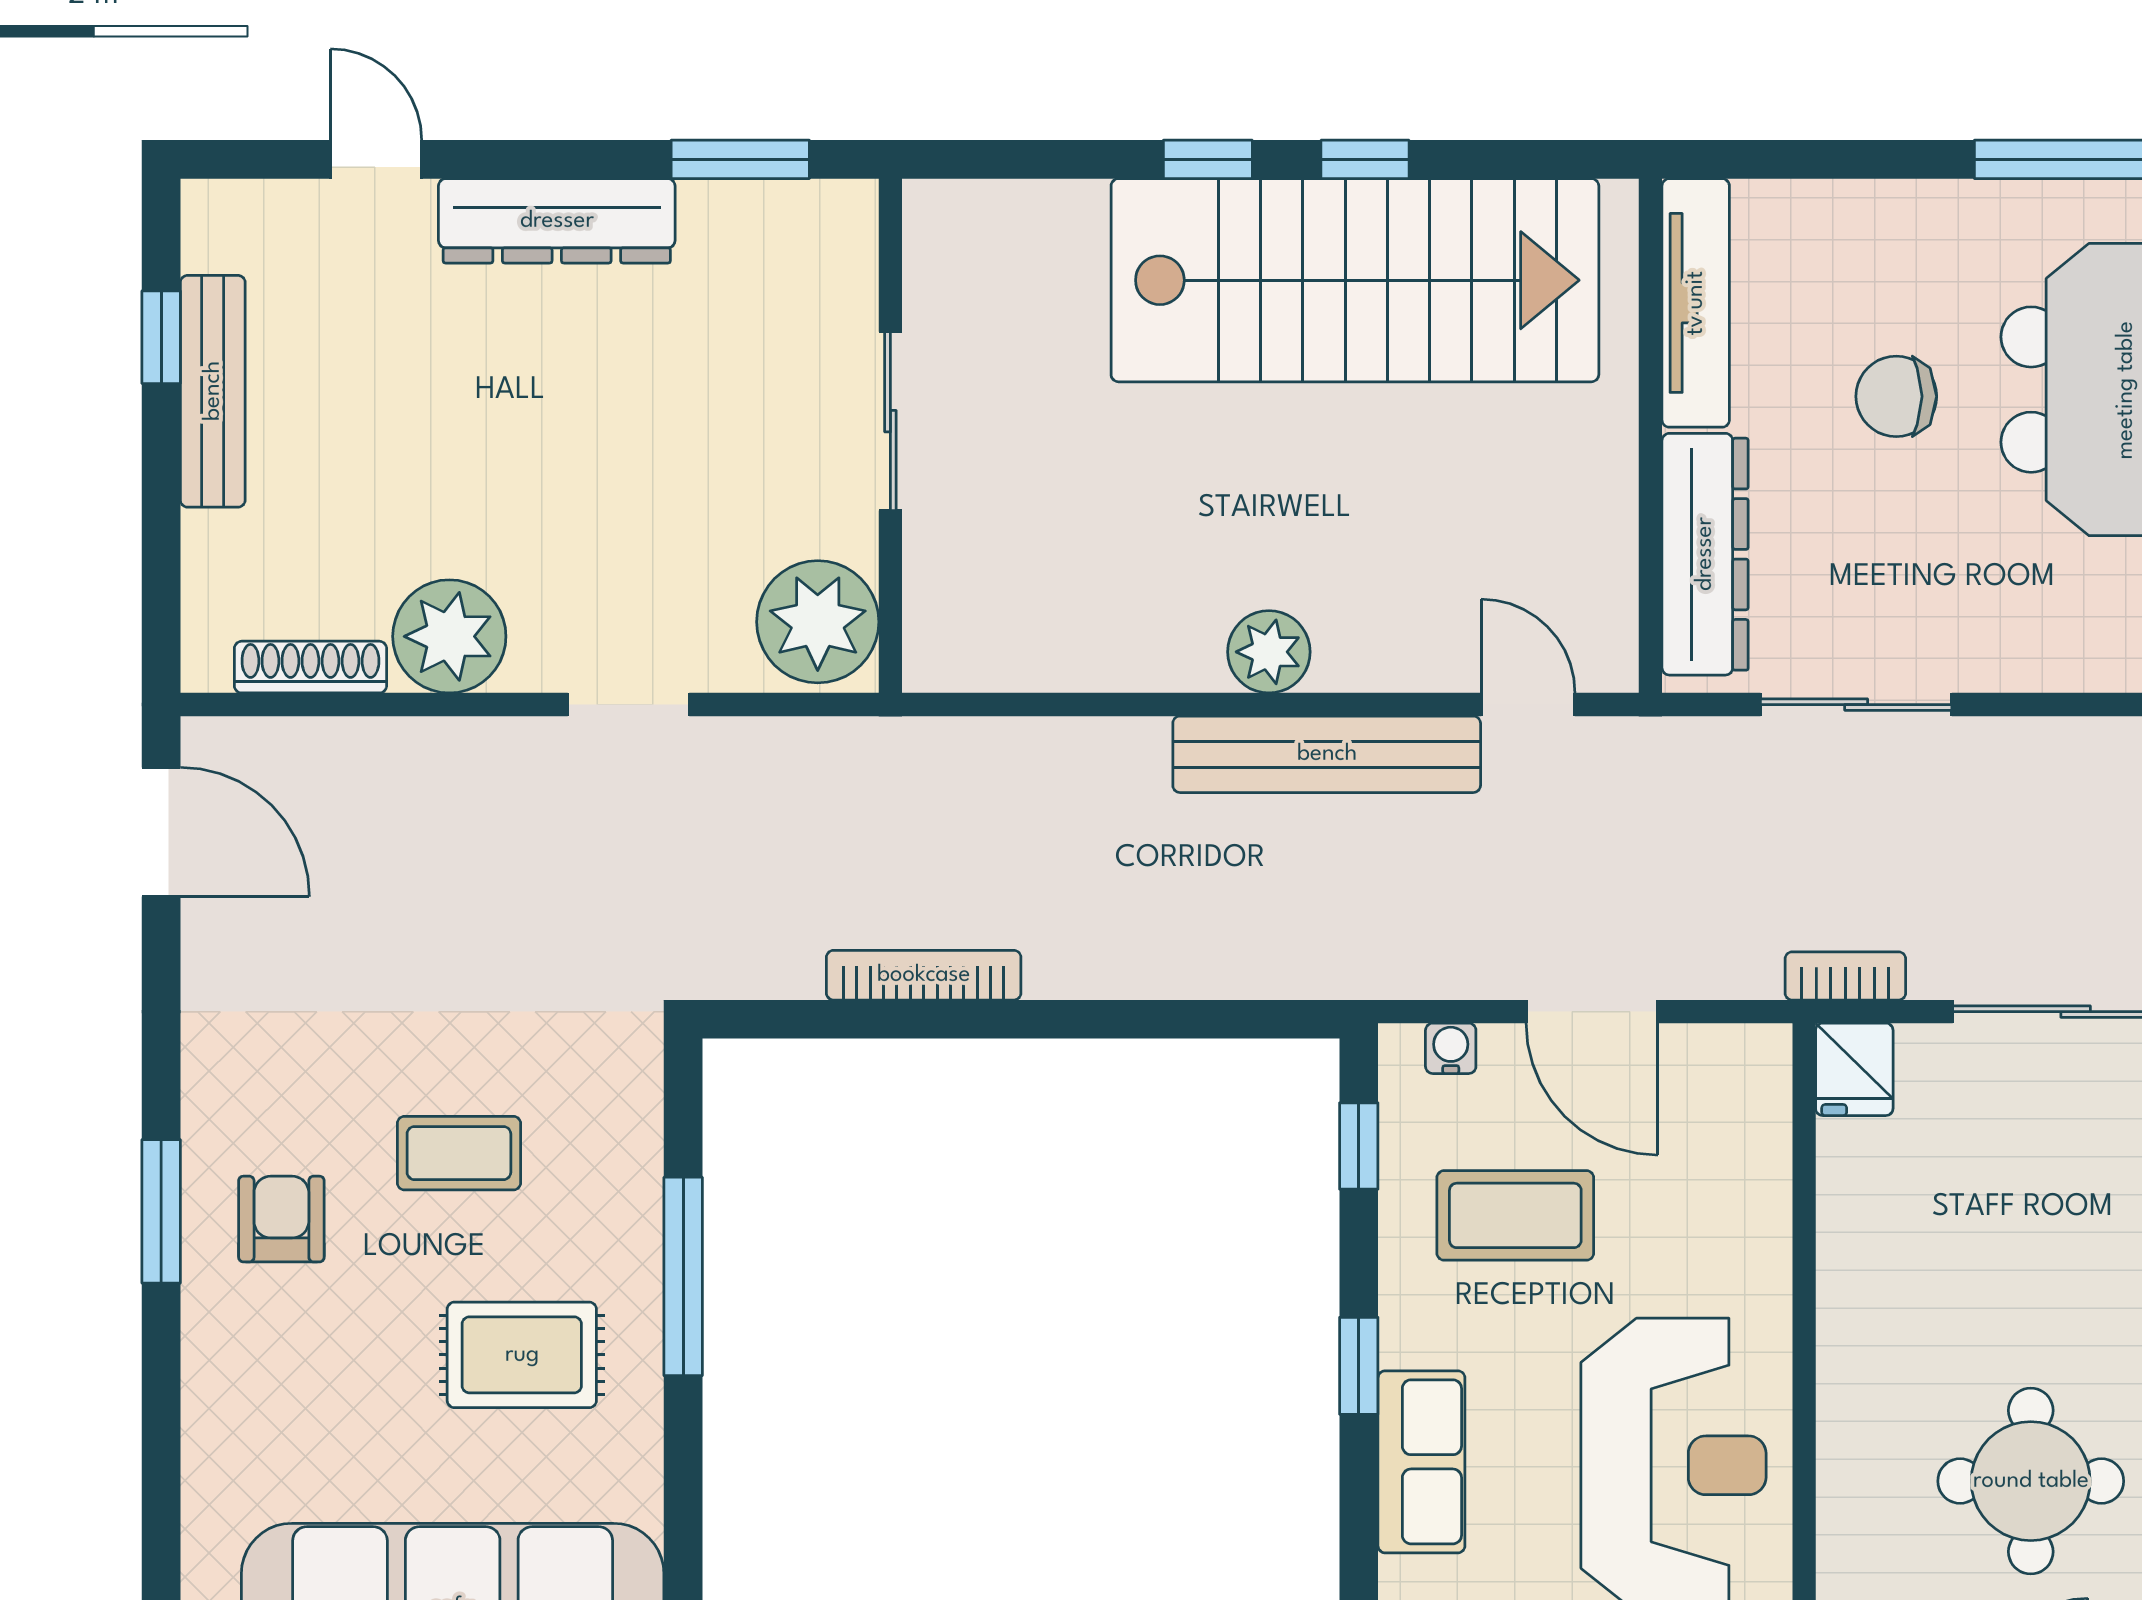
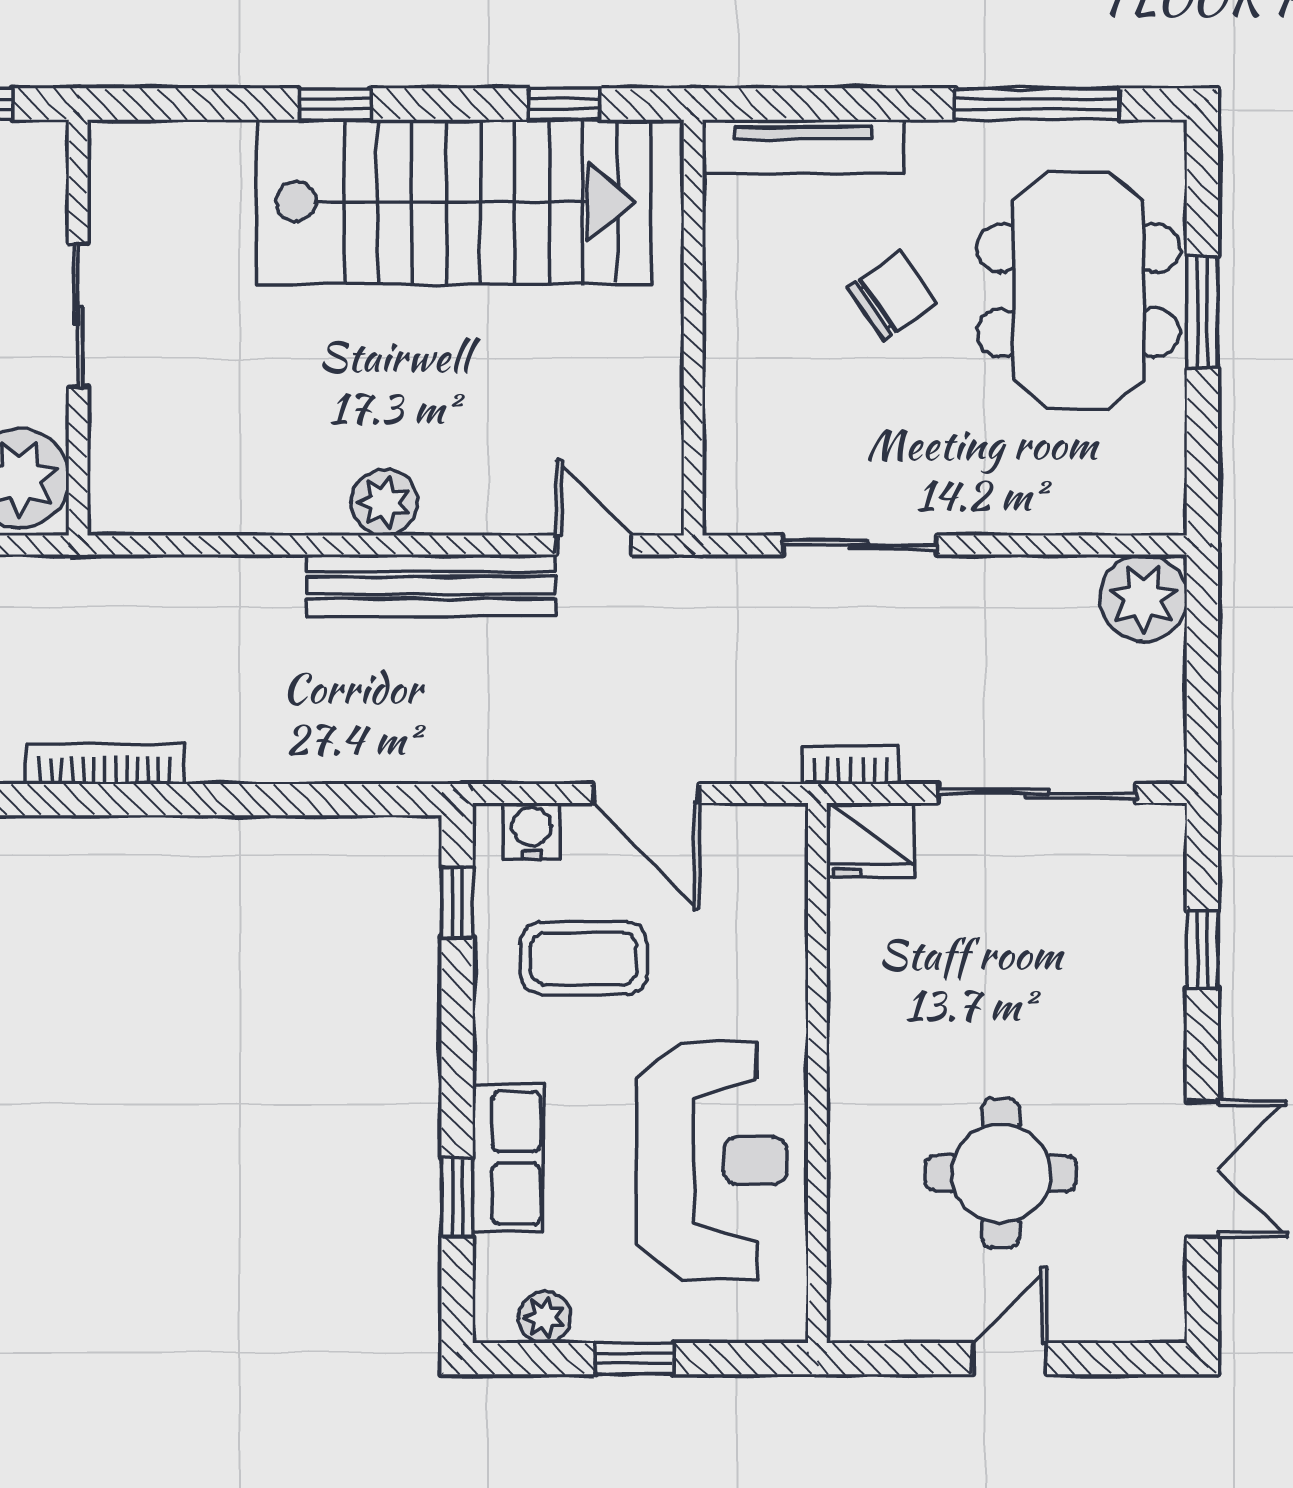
window: (1365, 159) -> (564, 104), moved
tv unit: (1696, 303) -> (803, 147), moved, turned 90
chair: (1896, 396) -> (892, 296), turned 145
dresser: (1705, 554) -> (737, 423), removed
water cooler: (1451, 1048) -> (531, 831), width x1.38, depth x1.38
fridge: (1854, 1069) -> (870, 840), width x1.38
window: (1359, 1366) -> (457, 1197), moved

